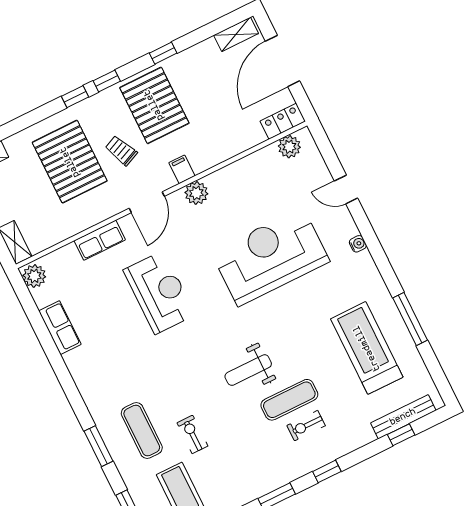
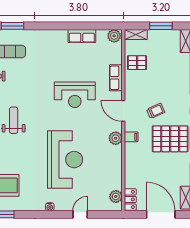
pallet: (70, 162) -> (137, 63), moved, width x0.49, depth x0.50

